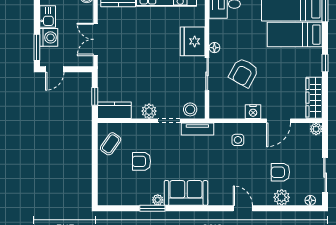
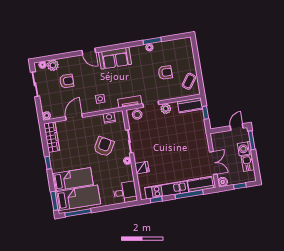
double door: (96, 39) -> (213, 163), moved
fridge: (193, 41) -> (142, 168), width x0.53, depth x0.75
nightstand: (253, 112) -> (109, 118), moved
sofa: (186, 193) -> (115, 58), moved
plant: (282, 197) -> (53, 65), moved

